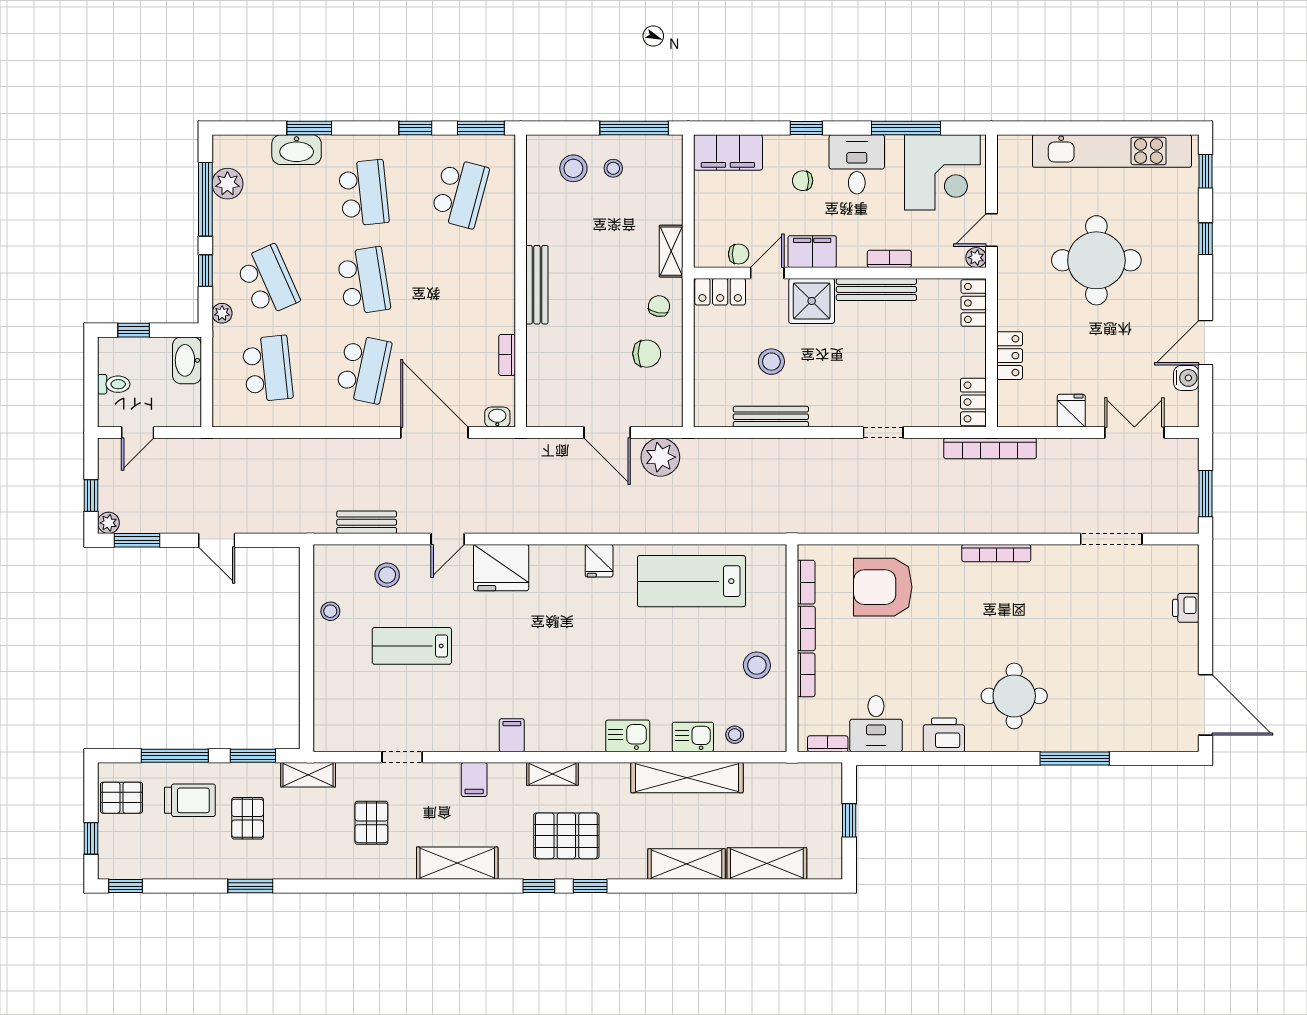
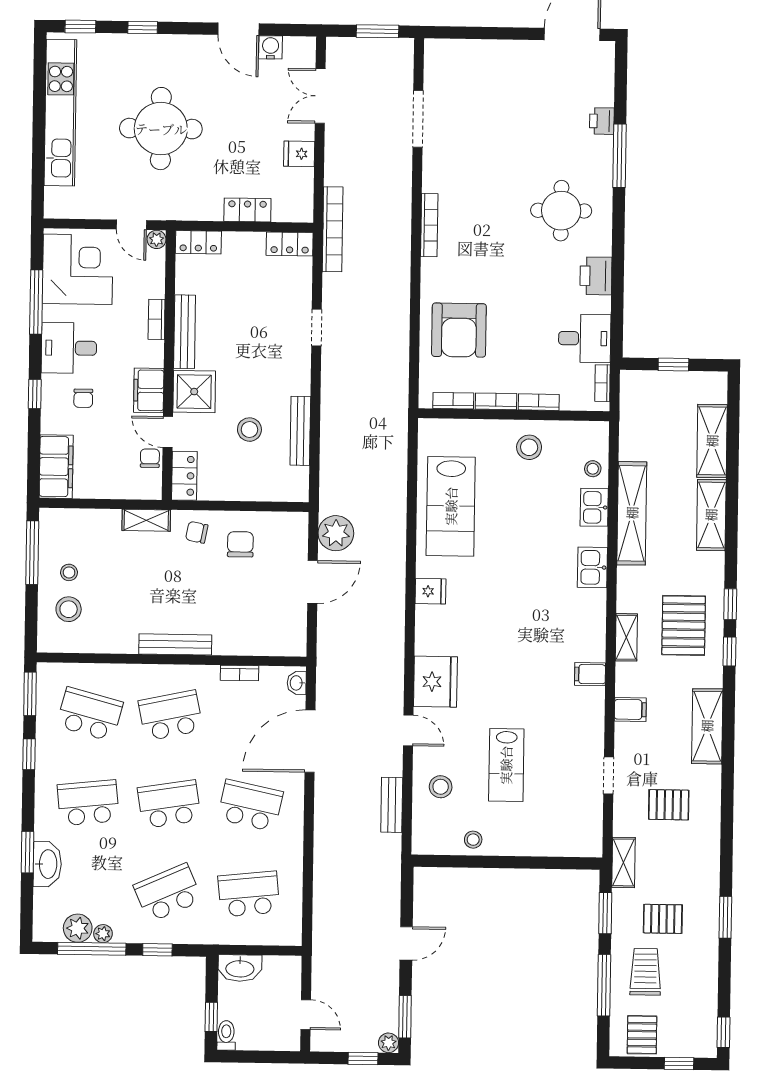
school desk: (460, 281) -> (171, 715), added
plant: (222, 313) -> (103, 934), moved
toilet: (114, 384) -> (226, 1035), moved
printer: (1186, 608) -> (602, 121), moved, turned 90

